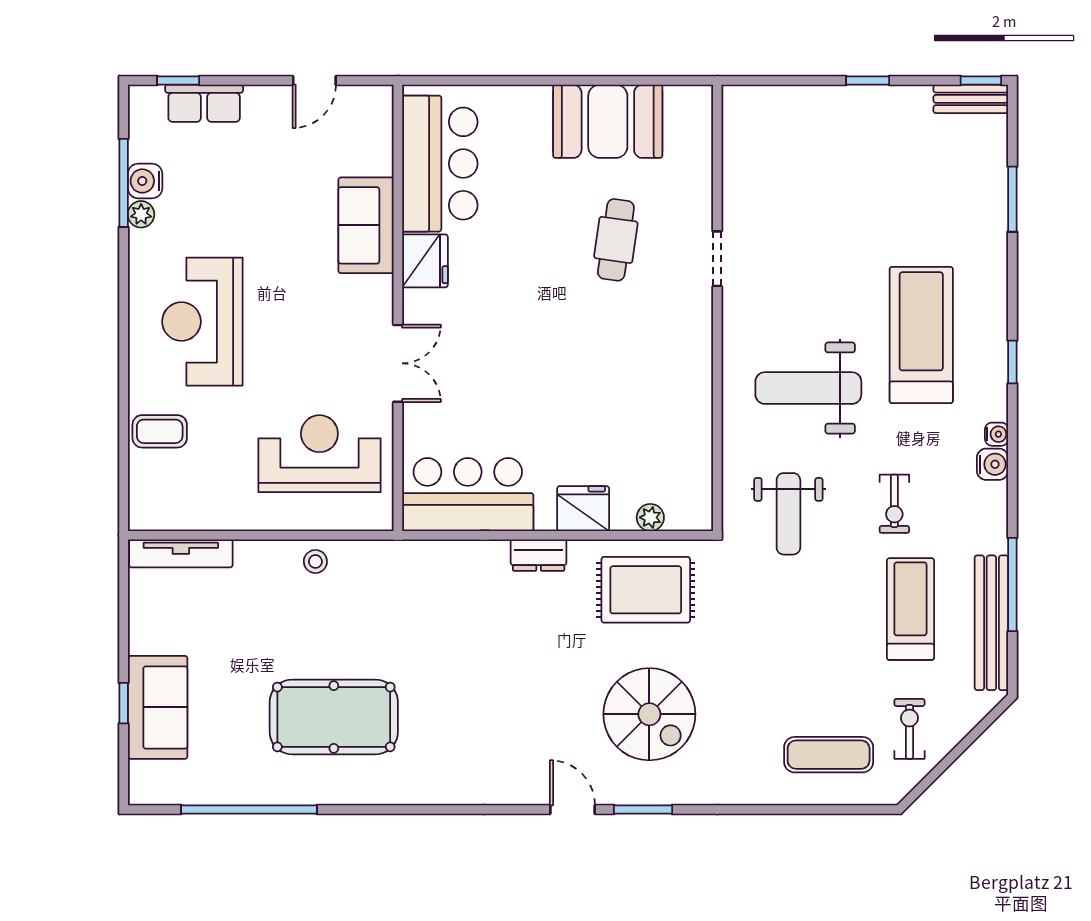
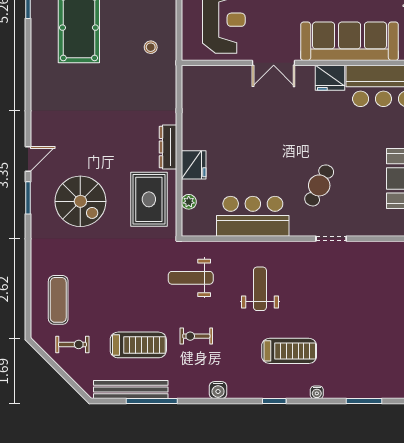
sofa: (366, 225) -> (350, 41), width x1.85, depth x1.27
cafe table: (616, 240) -> (319, 185), moved, turned -71
treadmill: (921, 335) -> (289, 351), width x0.73, depth x0.73
weight bench: (808, 388) -> (260, 289), width x0.73, depth x0.75
water cooler: (997, 434) -> (317, 392), moved
bar counter: (468, 495) -> (253, 216), moved, turned -90
dresser: (539, 555) -> (168, 147), width x1.44
stool: (315, 561) -> (151, 47), moved
spiral stairs: (649, 714) -> (80, 201), turned -90

